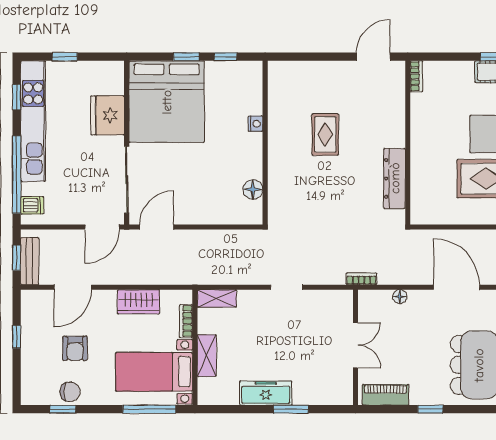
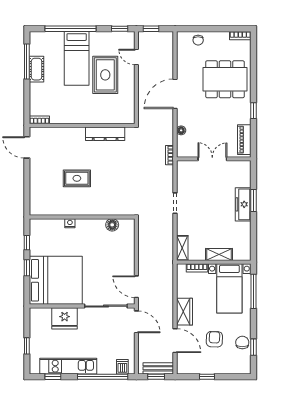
kitchen unit: (33, 121) -> (68, 366), width x0.73
wardrobe: (138, 302) -> (184, 312), moved
armchair: (75, 348) -> (214, 339), turned -88
freezer: (266, 393) -> (243, 204), moved

